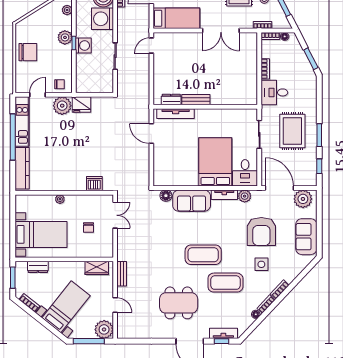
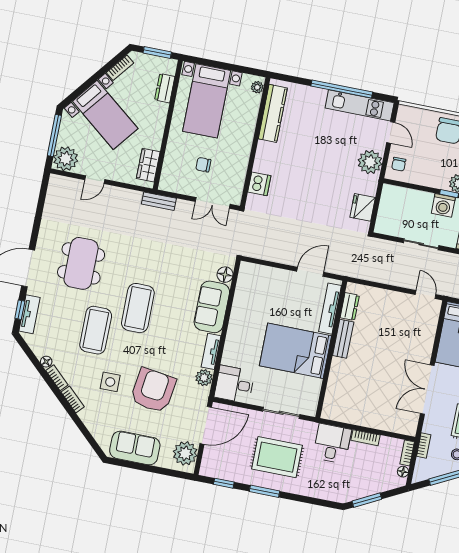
fridge: (81, 104) -> (363, 207), moved
bed: (215, 162) -> (295, 351), moved, turned 180
kitchen counter: (22, 168) -> (273, 113), moved, turned -90
plant: (60, 199) -> (257, 87), moved
armchair: (261, 232) -> (153, 390), turned 98
bench: (122, 274) -> (159, 201), moved

